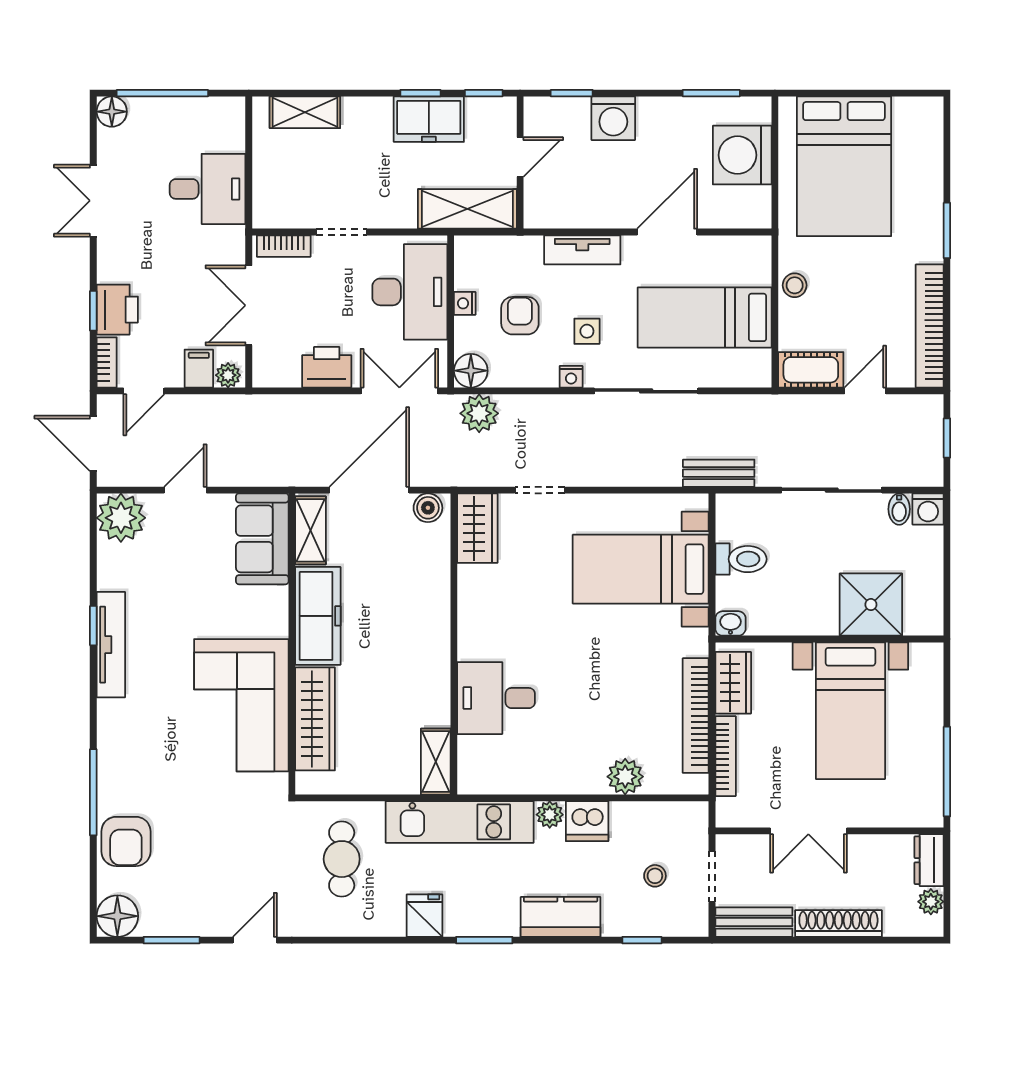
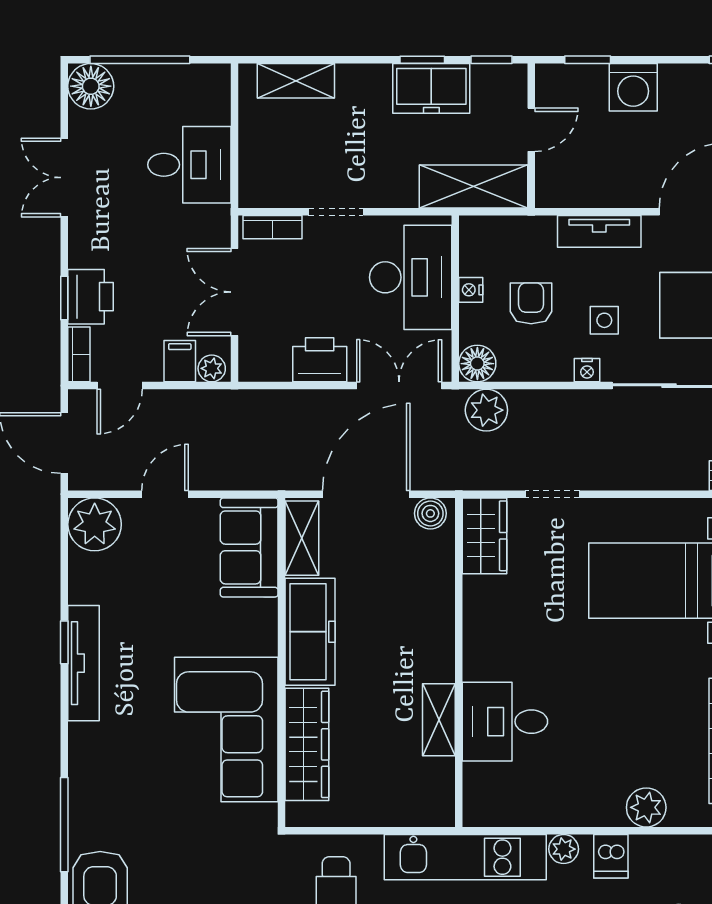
floor lamp: (112, 112) -> (91, 86), width x1.38, depth x1.38
shelving: (436, 762) -> (439, 720), moved
dishwasher: (587, 821) -> (611, 856), width x0.73

